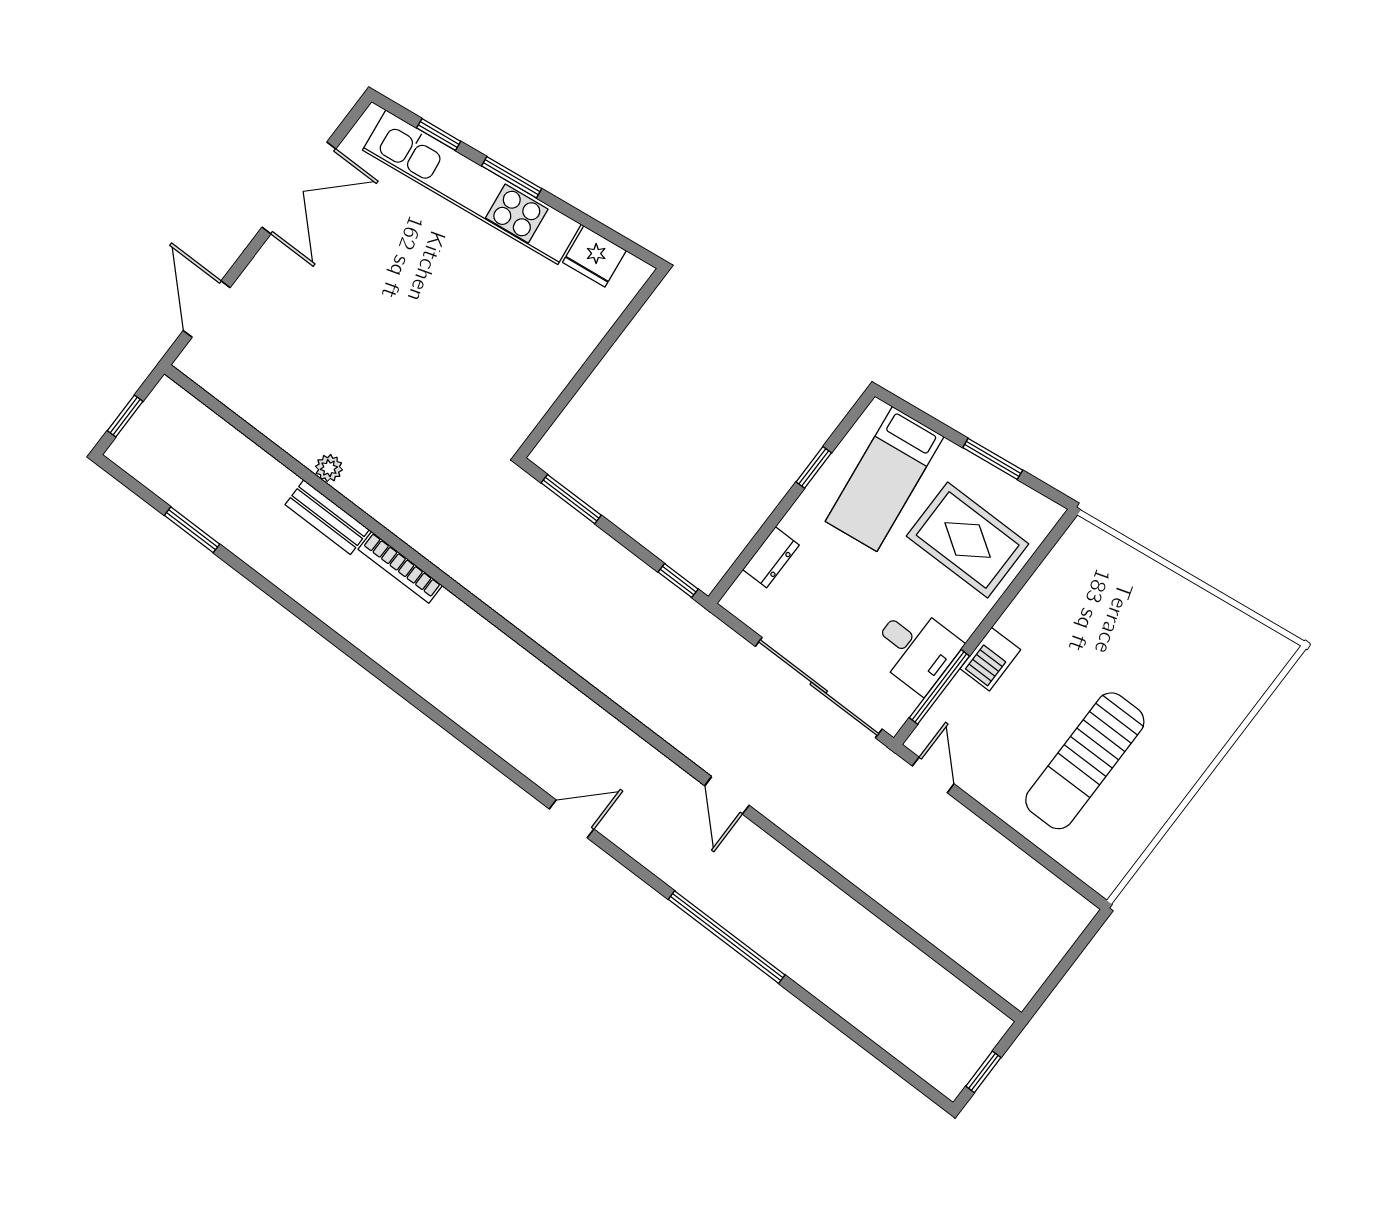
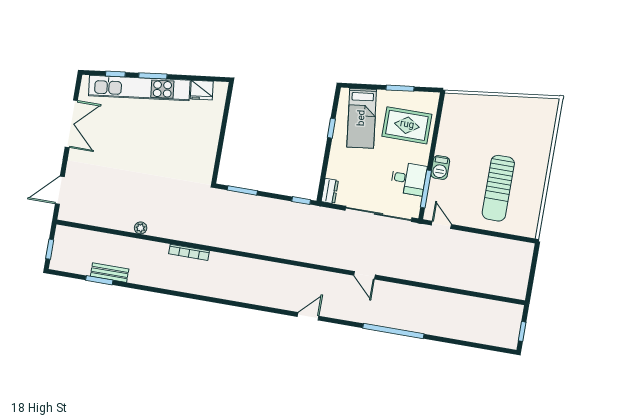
door: (207, 309) -> (60, 190), hinge flipped
bench: (327, 517) -> (110, 273), moved
dresser: (771, 557) -> (330, 191), moved

